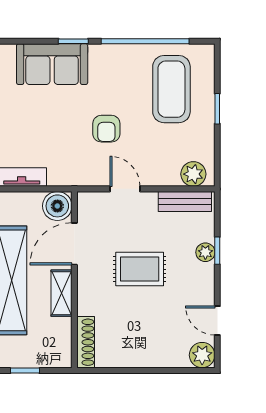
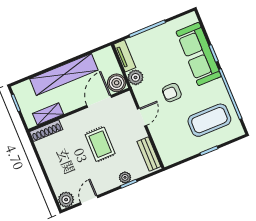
sofa: (52, 64) -> (199, 54), width x1.36
plant: (193, 174) -> (136, 77), moved
door: (74, 244) -> (99, 101), hinge flipped
shelving: (61, 293) -> (48, 114), moved

